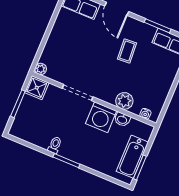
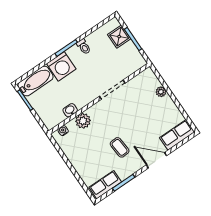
plant: (41, 69) -> (161, 92), moved
shower: (37, 88) -> (119, 37), moved
washing machine: (101, 117) -> (61, 66), moved, turned 180
bathtub: (132, 157) -> (36, 81), moved, turned 90

